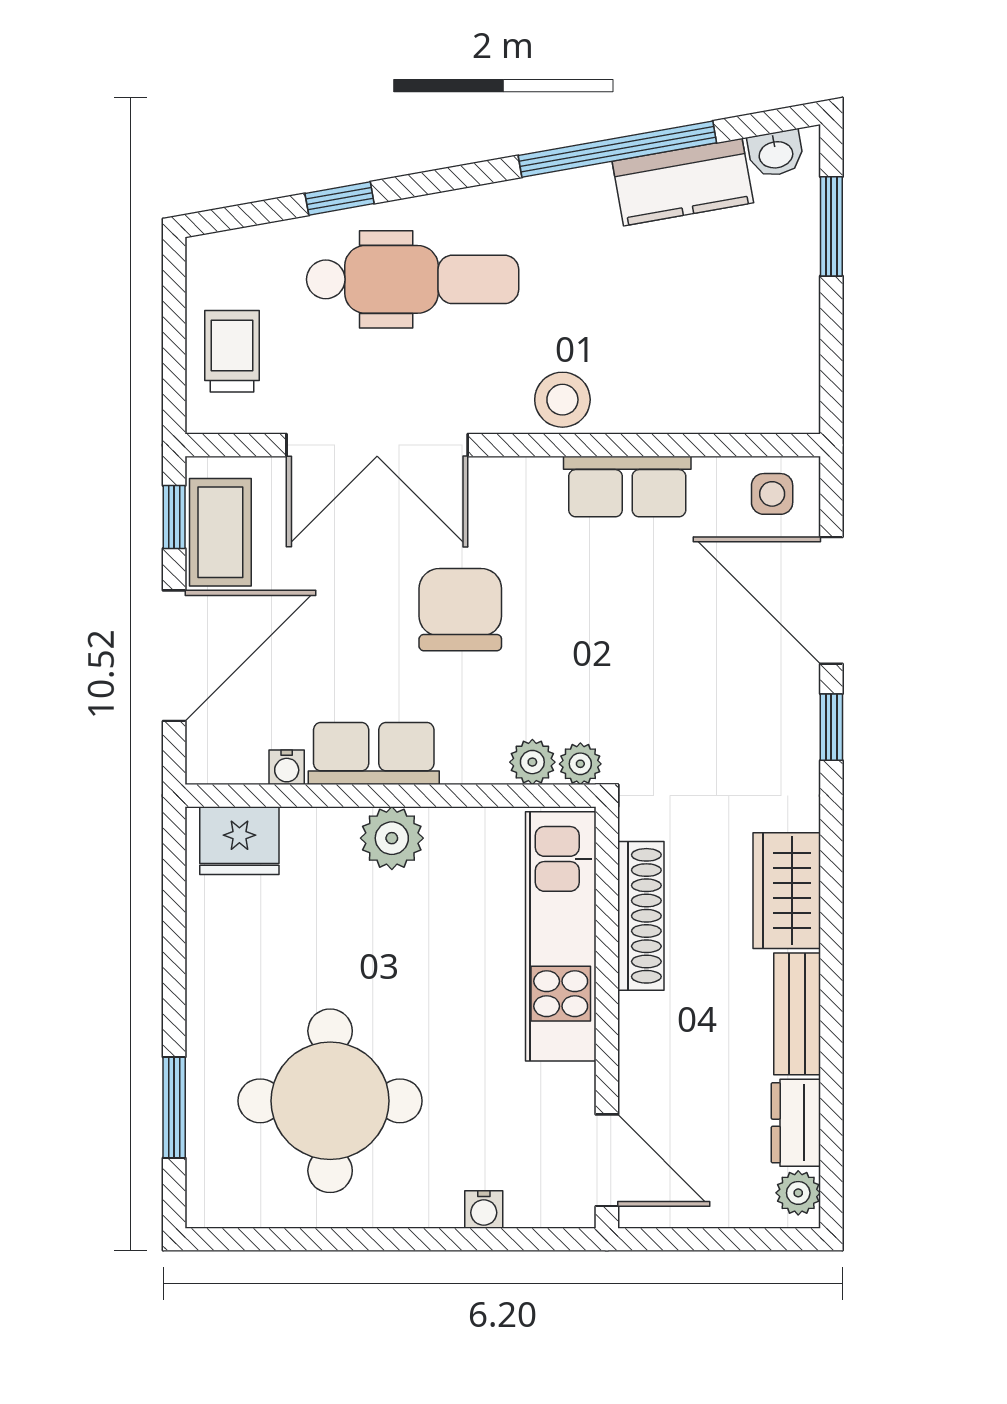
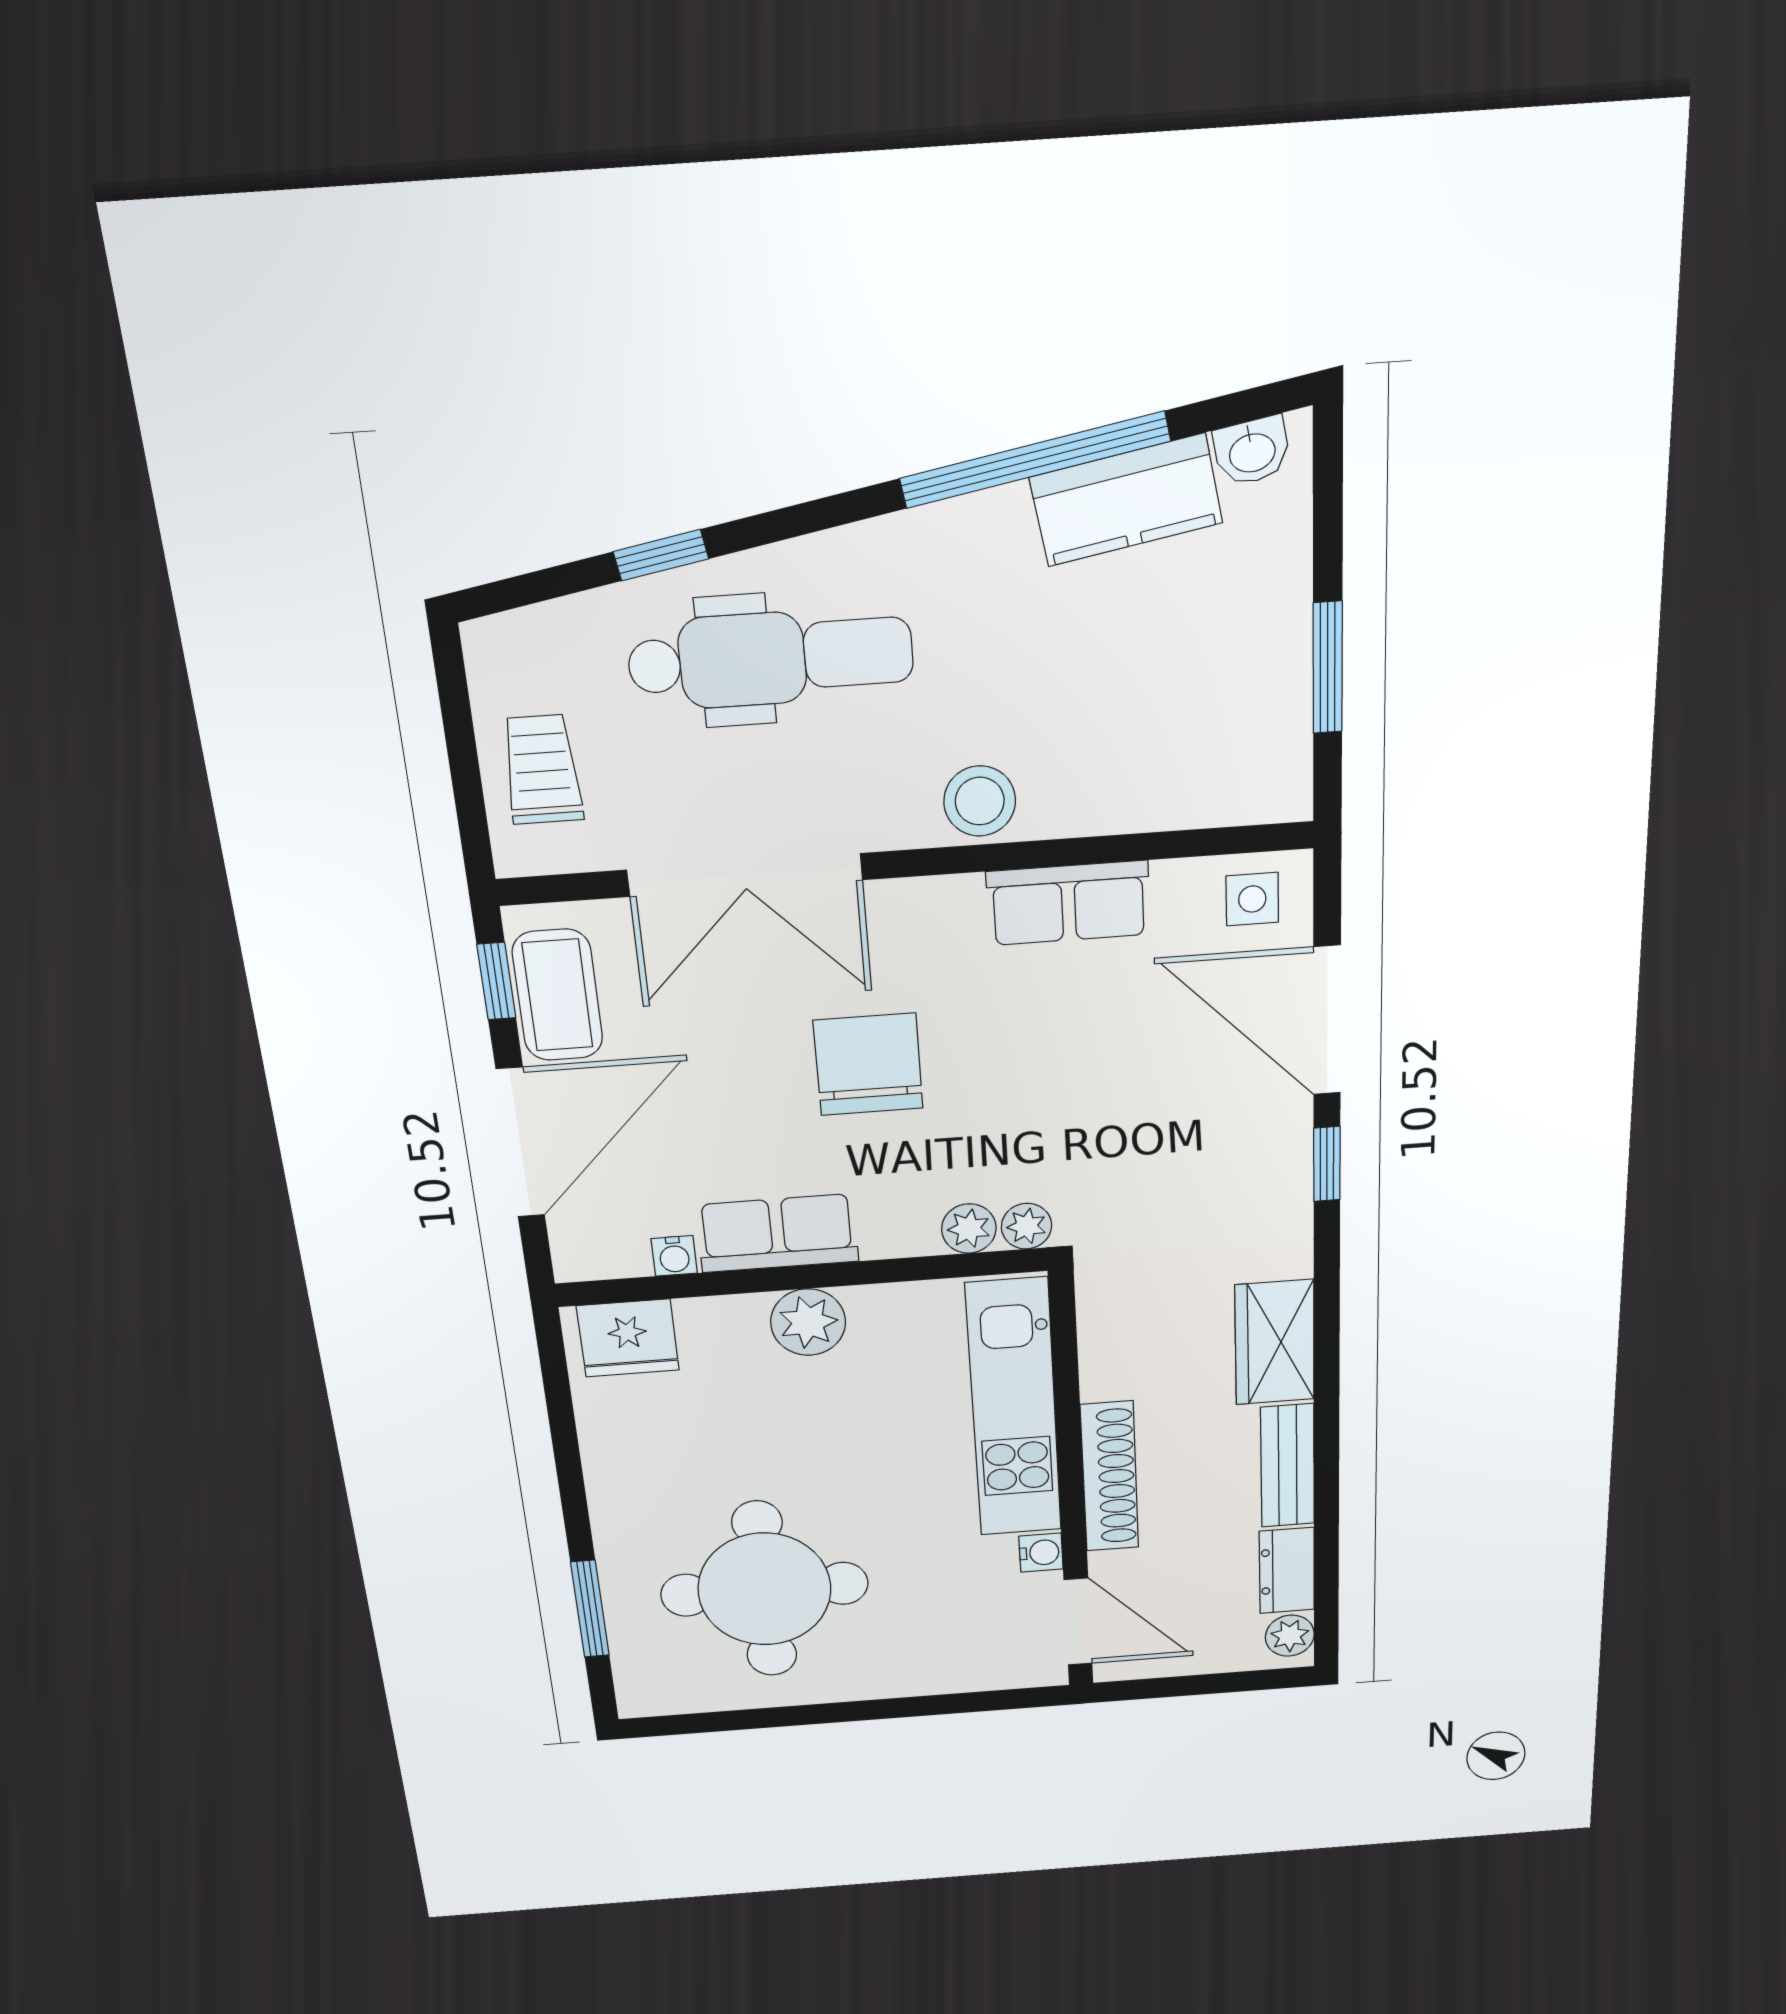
window: (831, 226) -> (1328, 668), moved
shoe rack: (641, 916) -> (1110, 1477), moved
water cooler: (484, 1210) -> (1041, 1553), moved, turned -90

